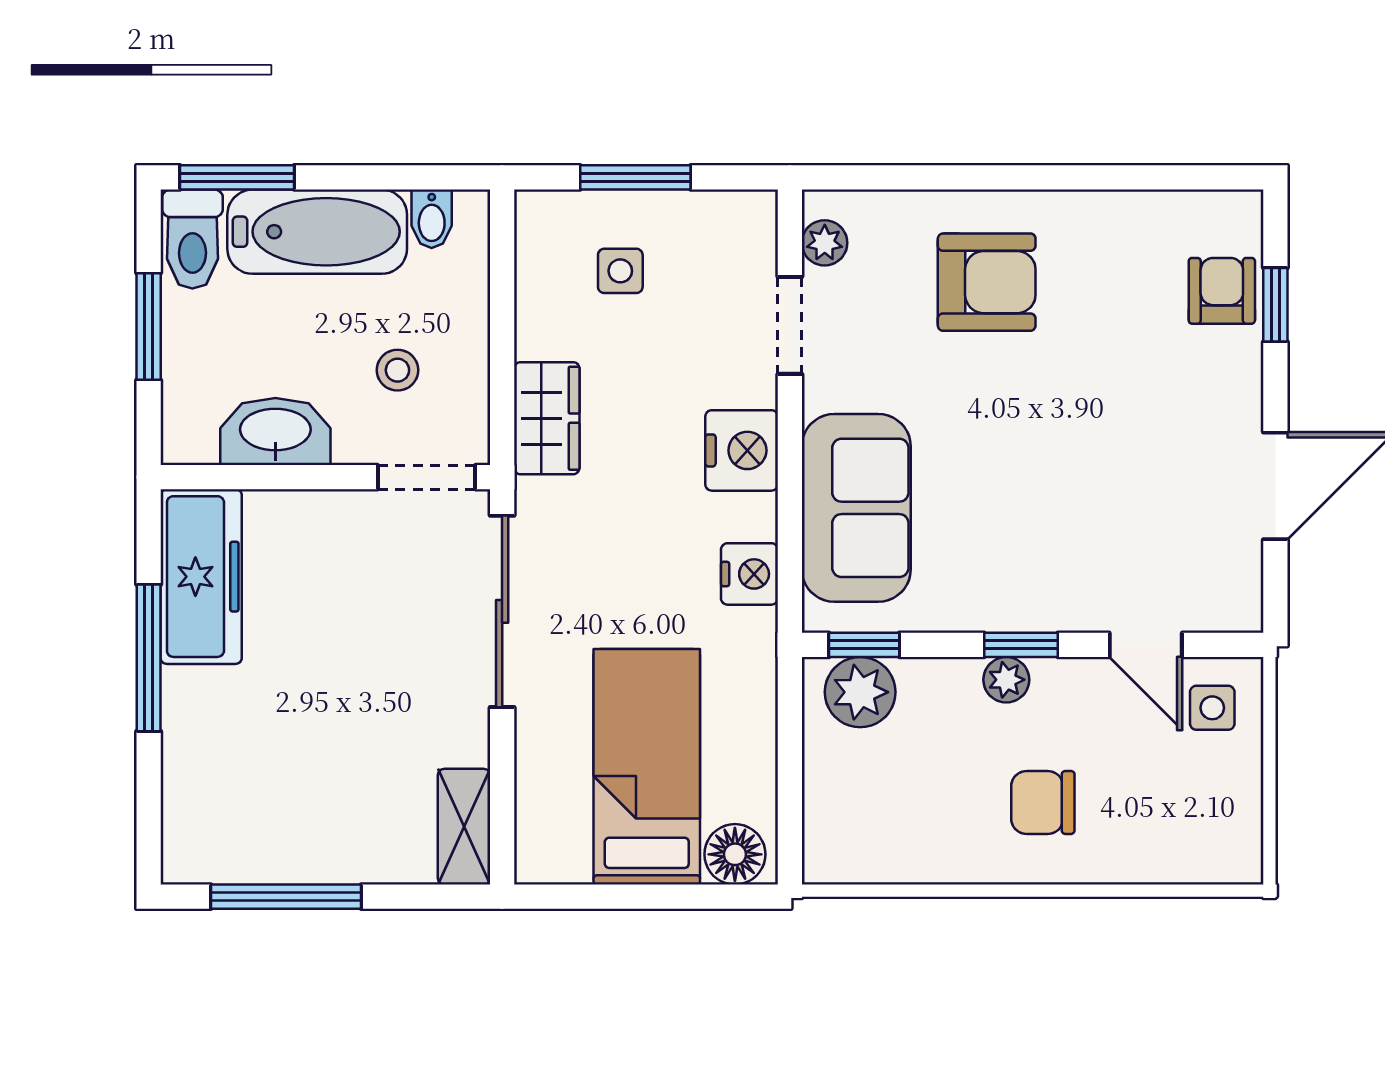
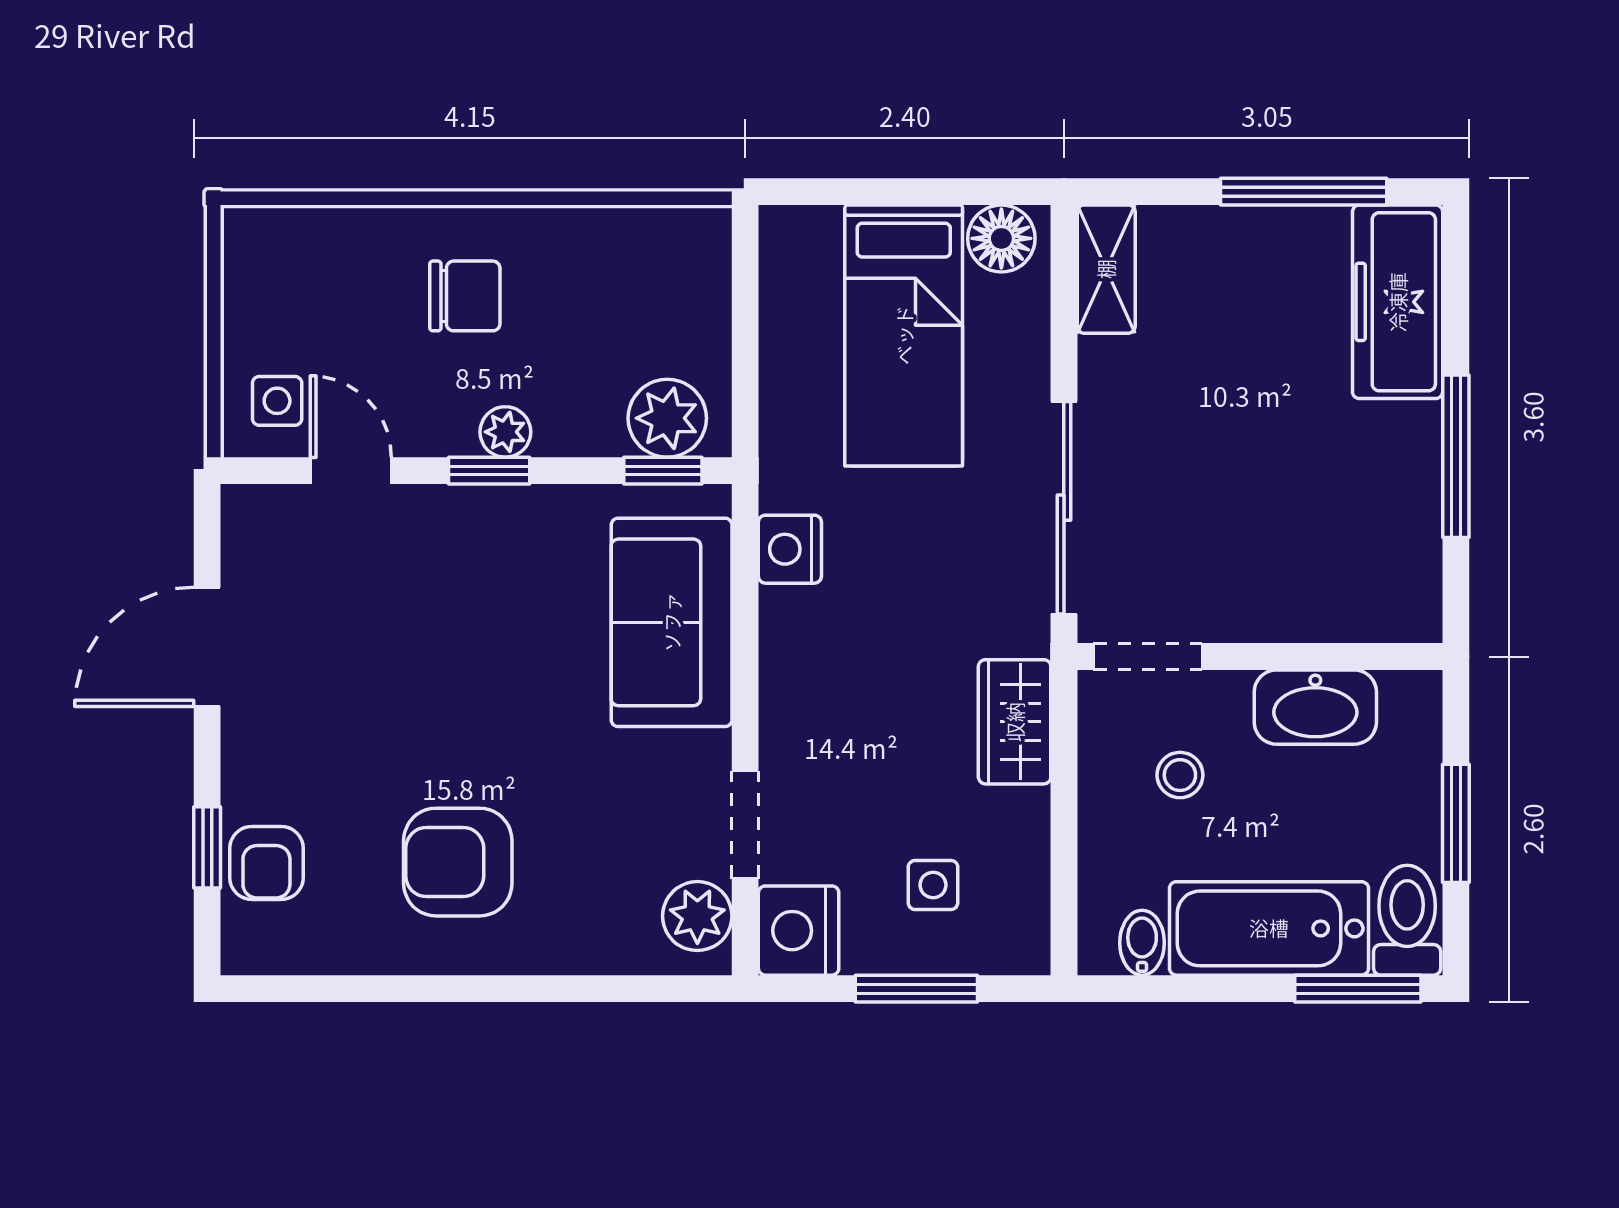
plant: (825, 243) -> (697, 916), width x1.38, depth x1.38
armchair: (987, 282) -> (458, 862), moved
nightstand: (742, 450) -> (799, 931), moved
freezer: (201, 577) -> (1398, 302), moved
floor lamp: (735, 854) -> (1001, 238), moved

